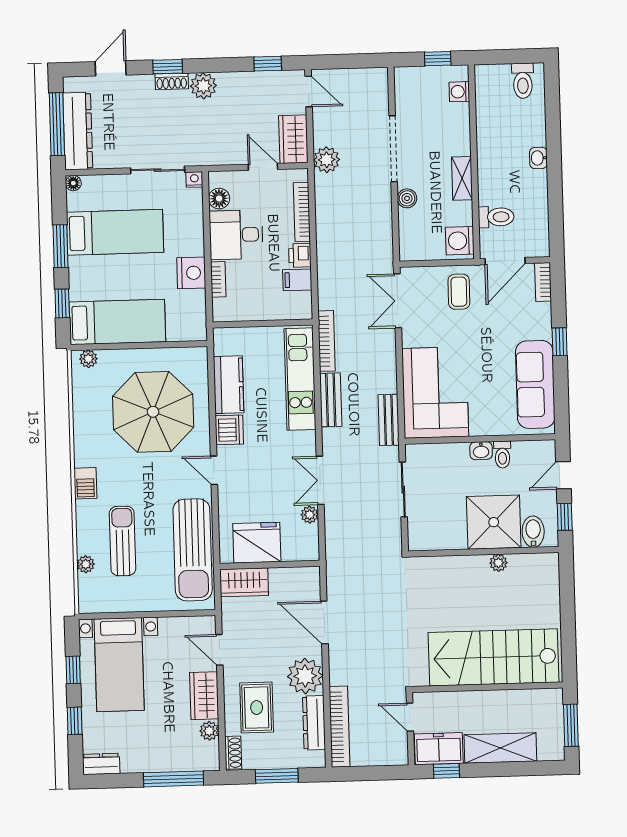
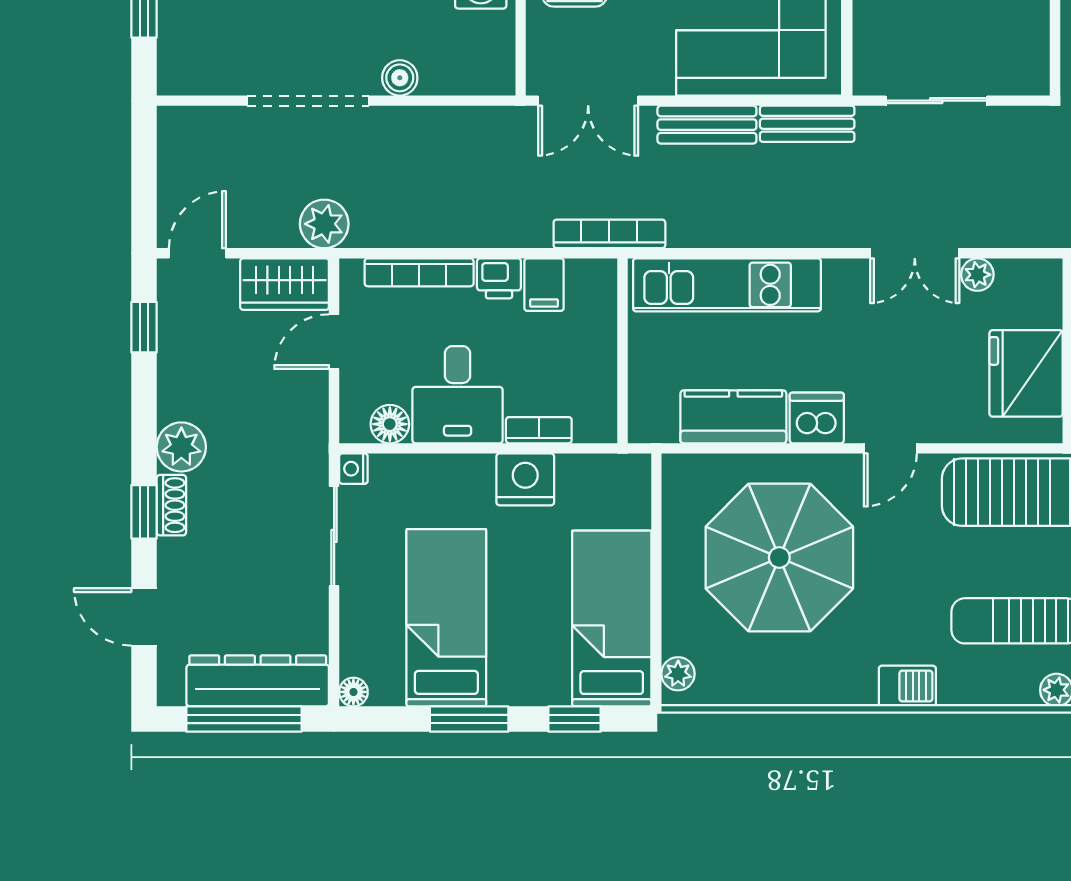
bookcase: (327, 341) -> (609, 234), moved
bench: (331, 400) -> (707, 125), moved

